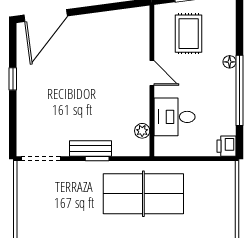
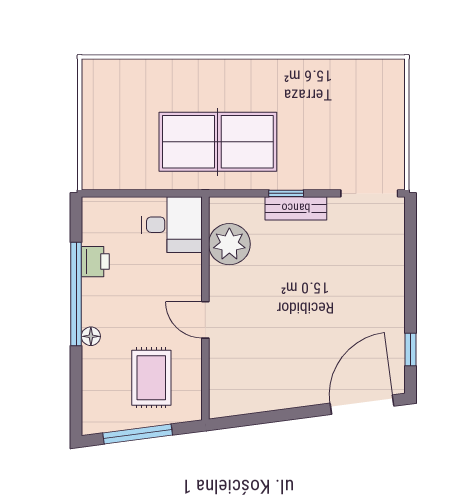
window: (13, 79) -> (411, 350), moved
desk: (175, 117) -> (172, 225), moved
plant: (142, 131) -> (229, 244), width x1.88, depth x1.88
printer: (227, 146) -> (95, 262), moved

